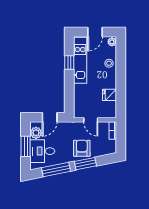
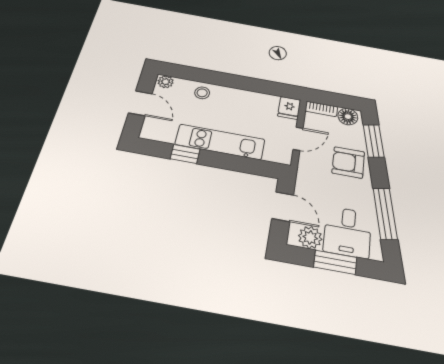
kitchen unit: (80, 60) -> (220, 142), moved
fridge: (110, 95) -> (289, 108), moved
floor lamp: (111, 146) -> (348, 117), added
window: (85, 164) -> (374, 141), moved

